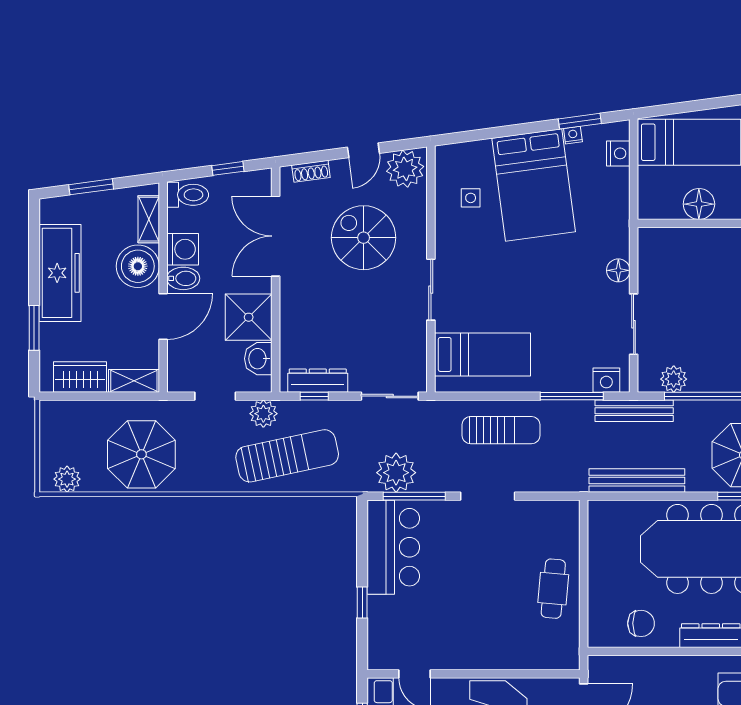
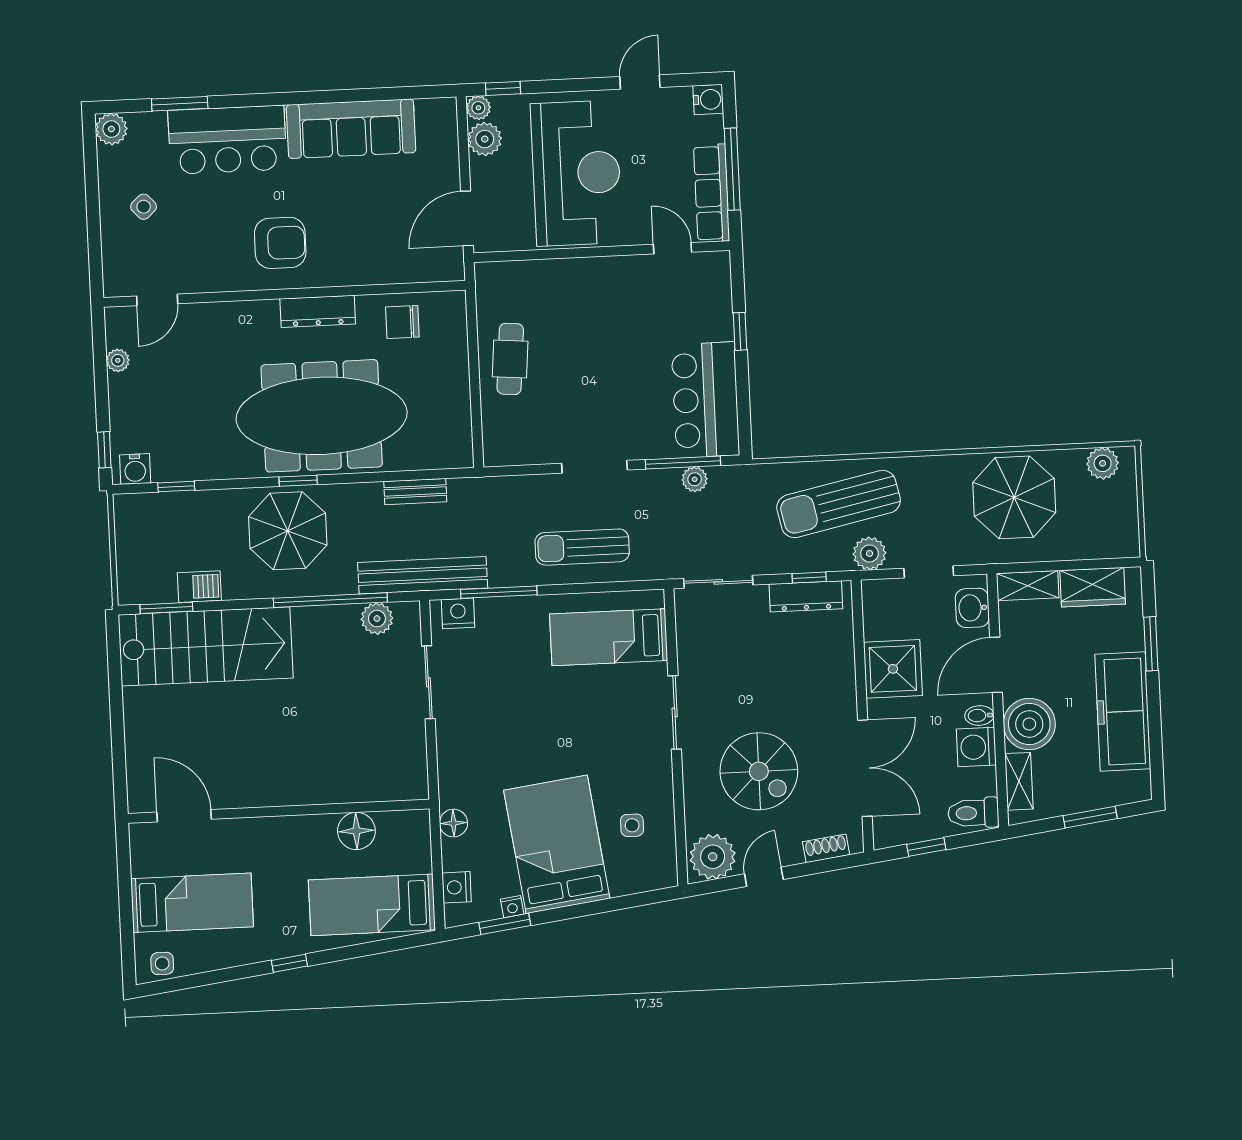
floor lamp: (618, 270) -> (454, 823), moved
bidet: (183, 278) -> (979, 715), width x0.72, depth x0.74
washbasin: (258, 359) -> (972, 608), moved, turned 180
bench: (634, 411) -> (423, 575), width x1.37, depth x1.21
plant: (396, 473) -> (695, 479), width x0.53, depth x0.53
bench: (637, 481) -> (415, 492), width x0.54, depth x0.82

